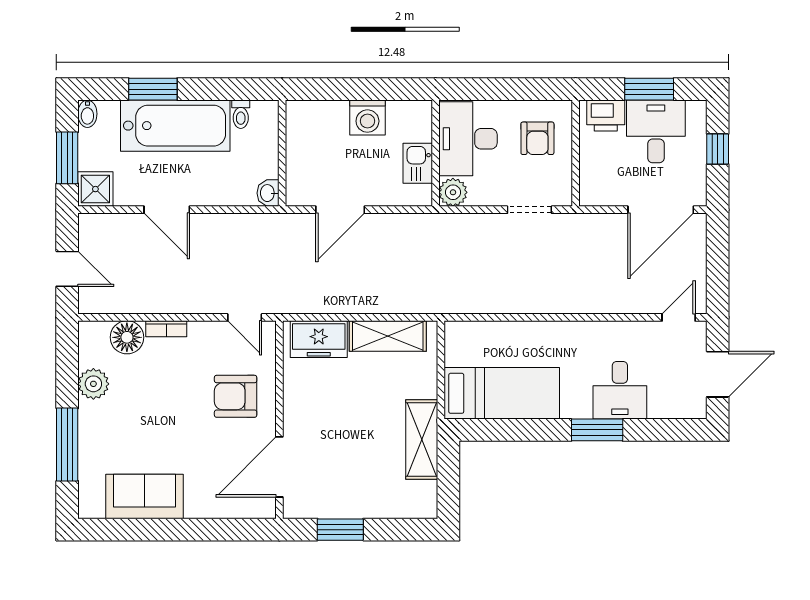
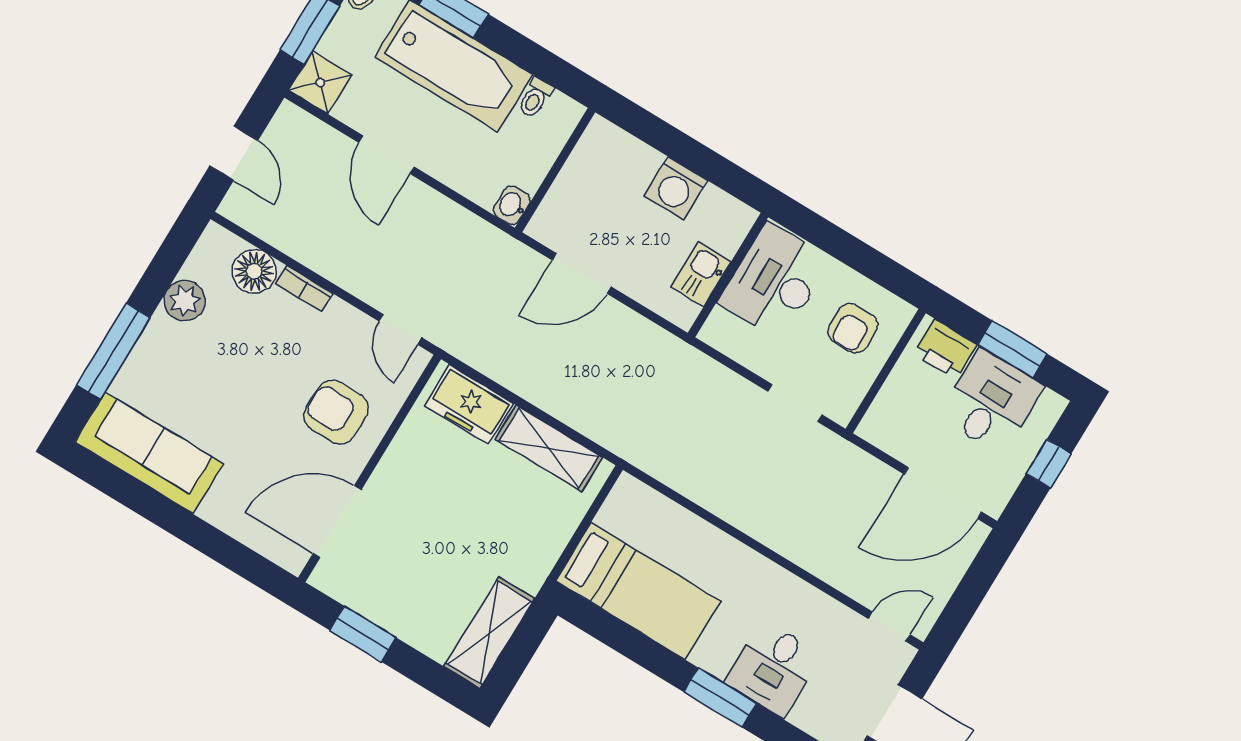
plant: (453, 192) -> (721, 331), removed
shelving: (422, 440) -> (489, 633), moved
sofa: (144, 496) -> (149, 453), width x1.36

